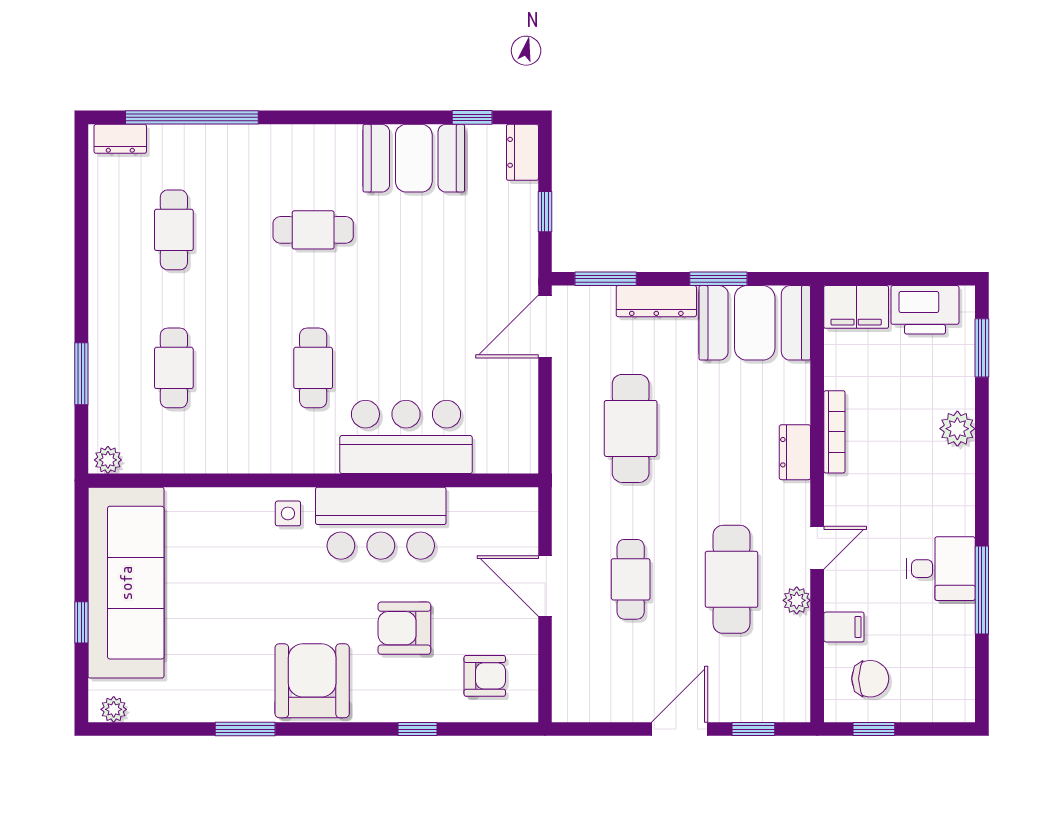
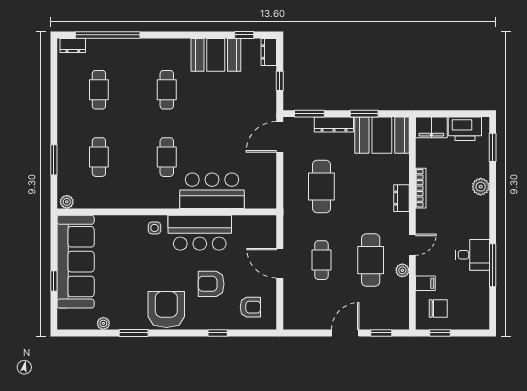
cafe table: (313, 230) -> (167, 90), turned 90
plant: (114, 709) -> (103, 323), moved

